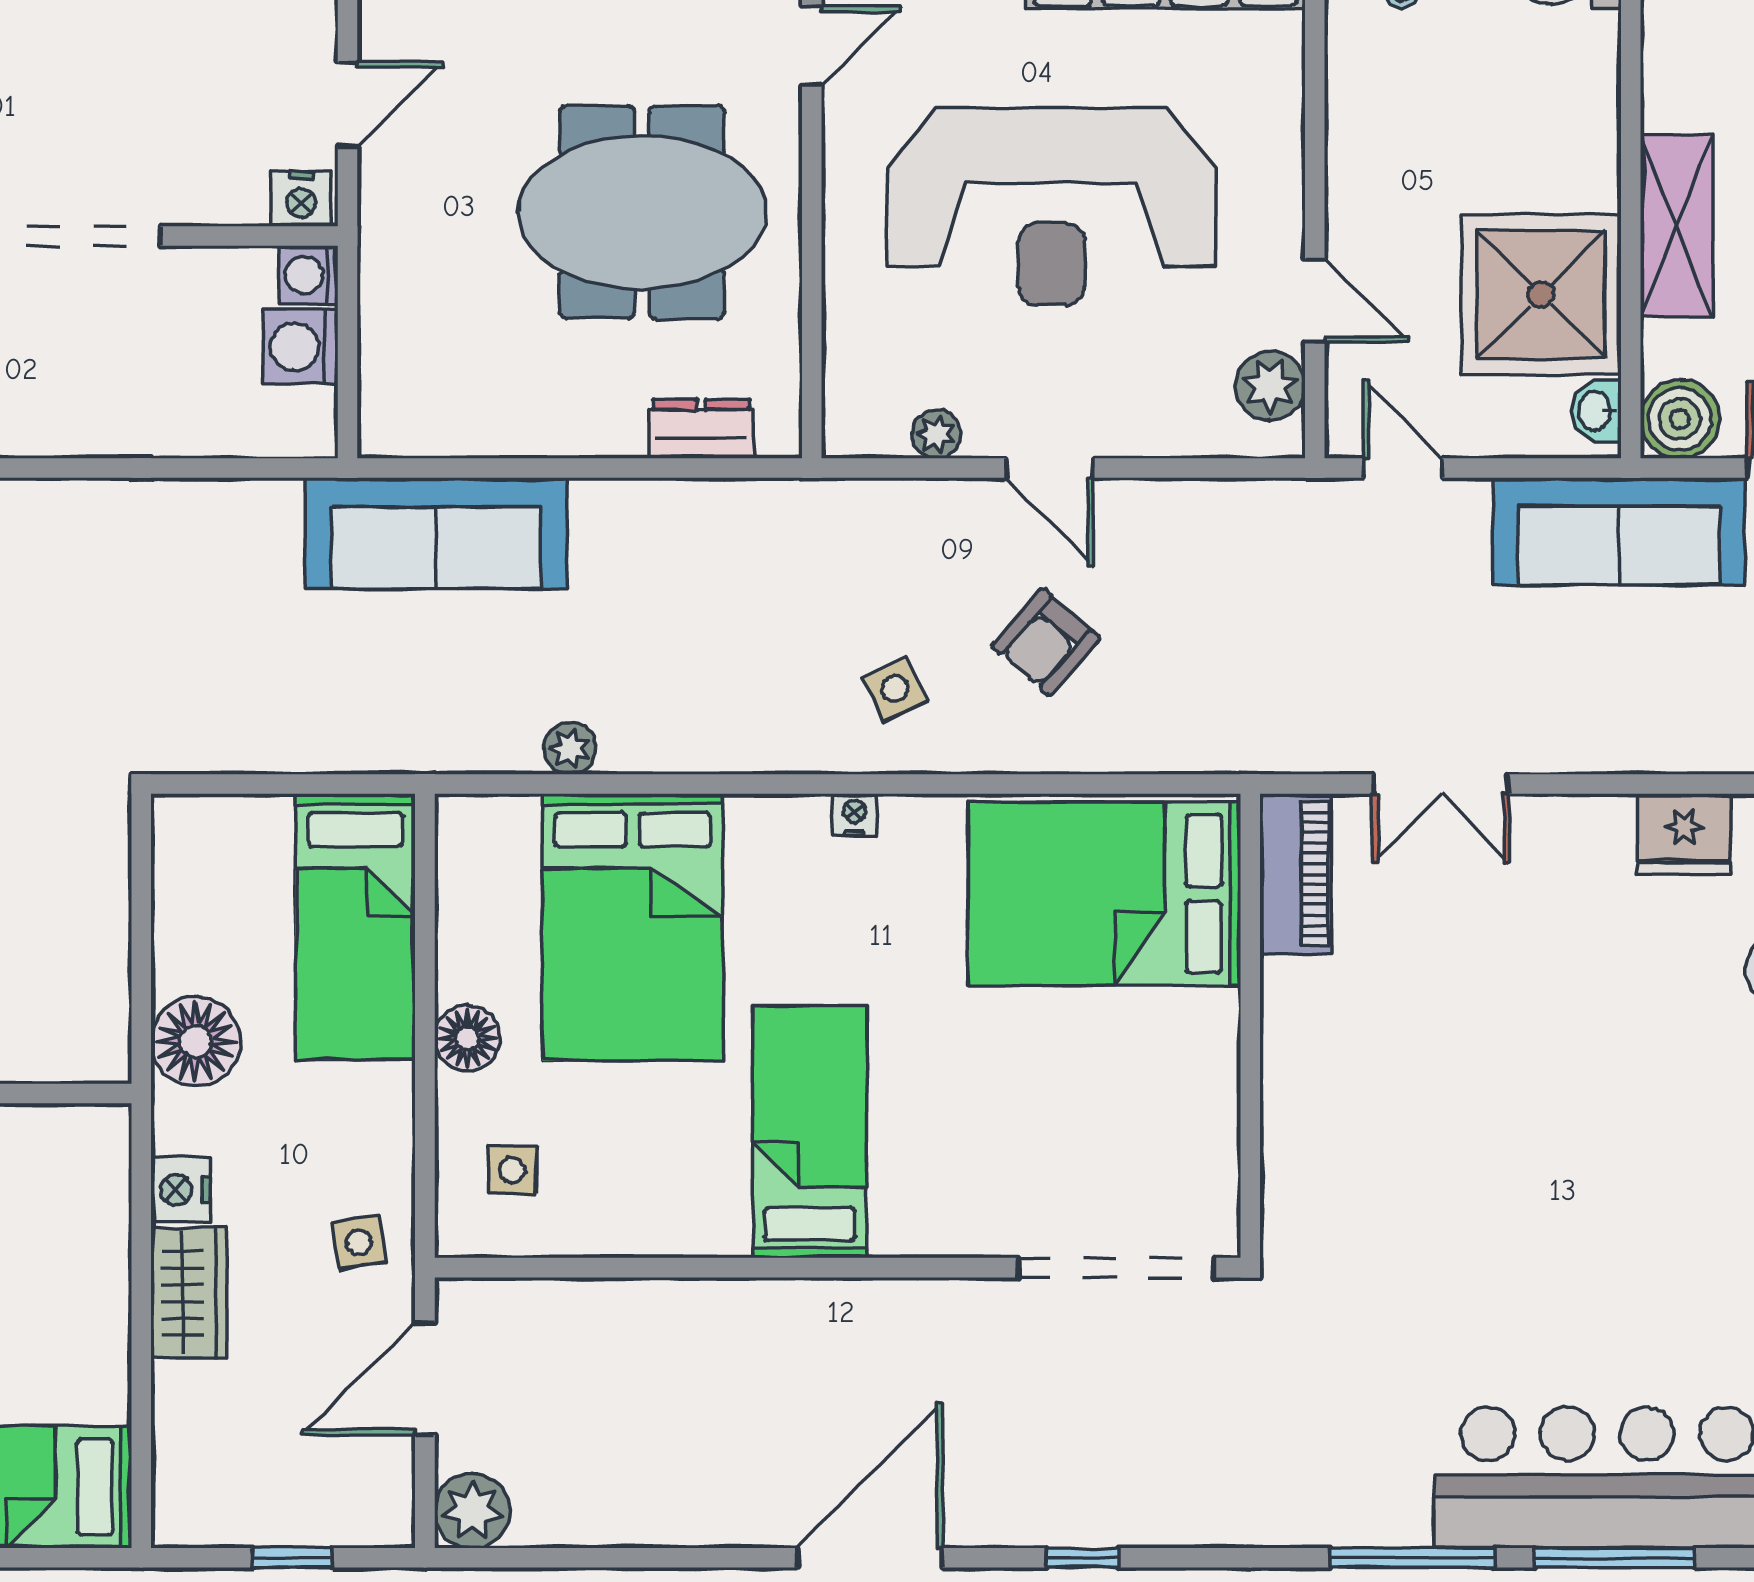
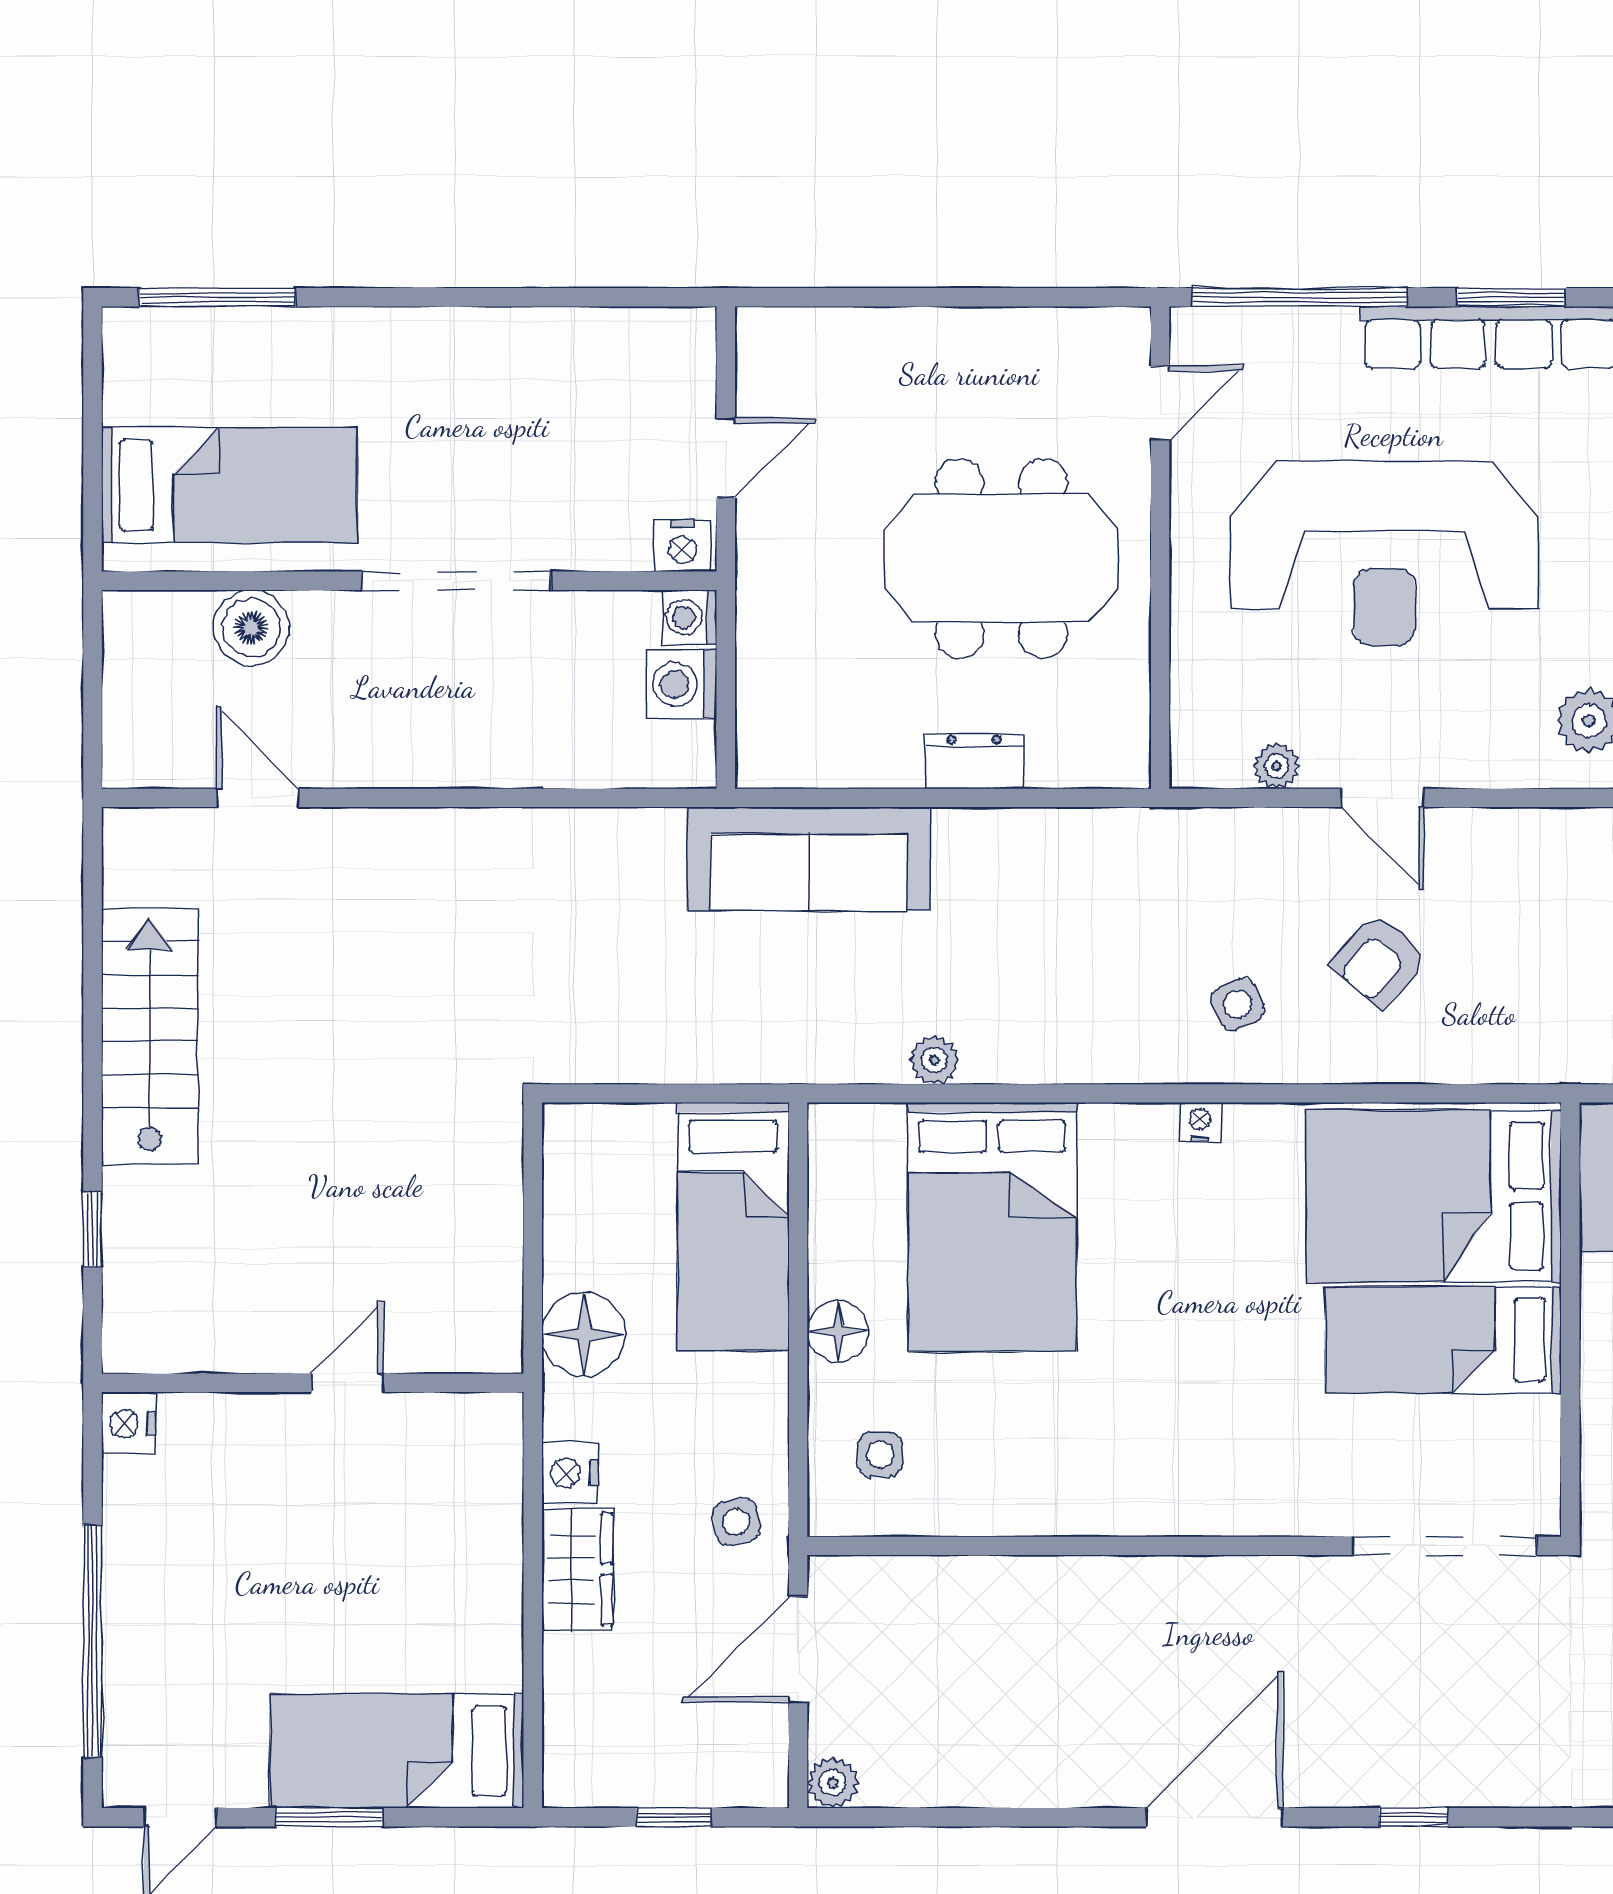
dresser: (701, 429) -> (974, 761), moved
bed: (810, 1132) -> (1443, 1340), moved, turned -90
plant: (472, 1510) -> (833, 1783), width x0.73, depth x0.73

